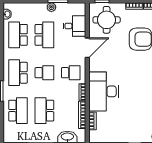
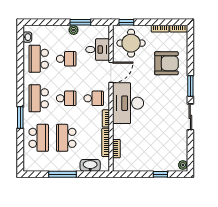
school desk: (44, 35) -> (66, 59), width x0.54
desk: (104, 91) -> (128, 103), moved

